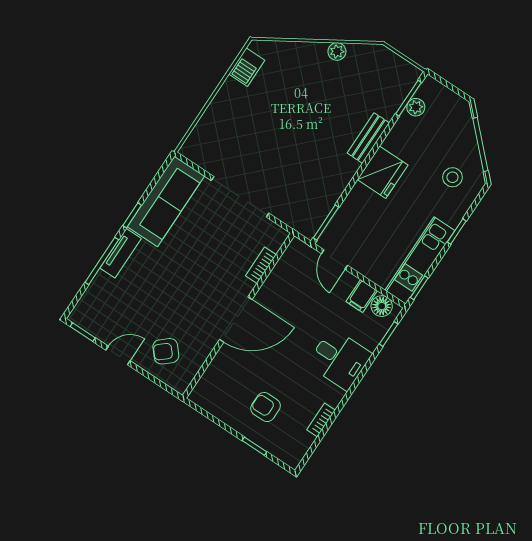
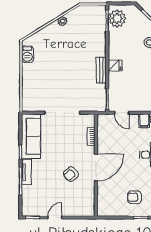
plant: (416, 107) -> (117, 18), width x1.87, depth x1.87
bench: (368, 138) -> (101, 70), moved
fridge: (383, 172) -> (115, 66), width x0.53, depth x0.75
armchair: (166, 351) -> (71, 174), moved

